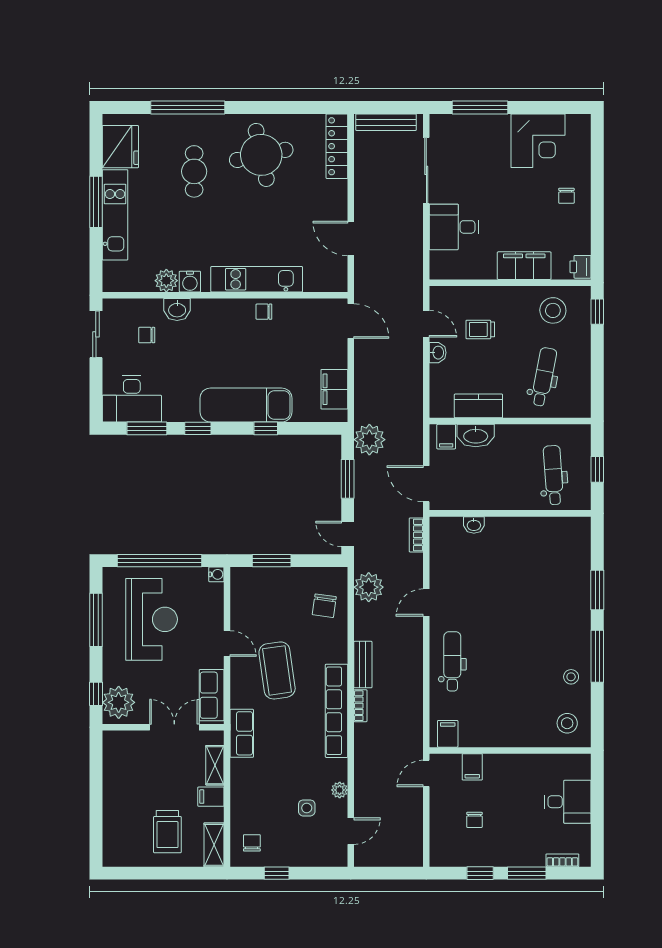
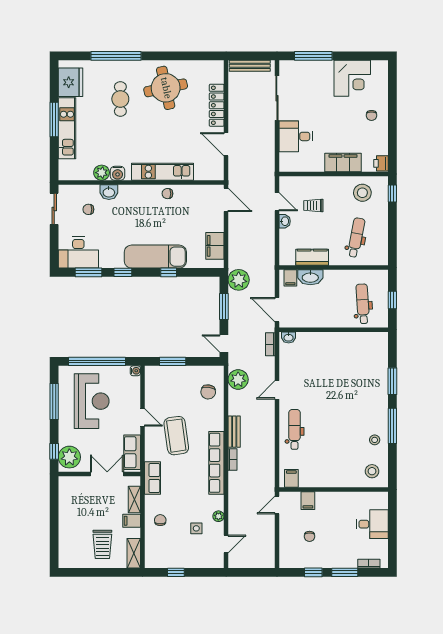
locker: (337, 146) -> (217, 105), moved
washbasin: (474, 525) -> (289, 337), moved
chair: (252, 843) -> (160, 520), moved

